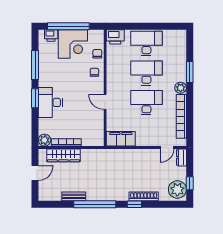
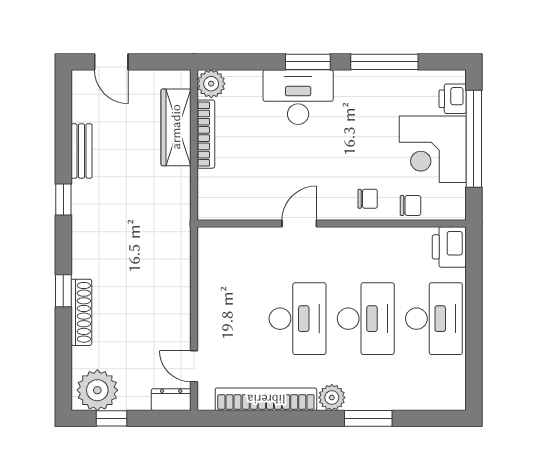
filing cabinet: (121, 139) -> (214, 260), removed
door: (35, 173) -> (111, 62), moved
window: (95, 204) -> (63, 199), width x0.32

